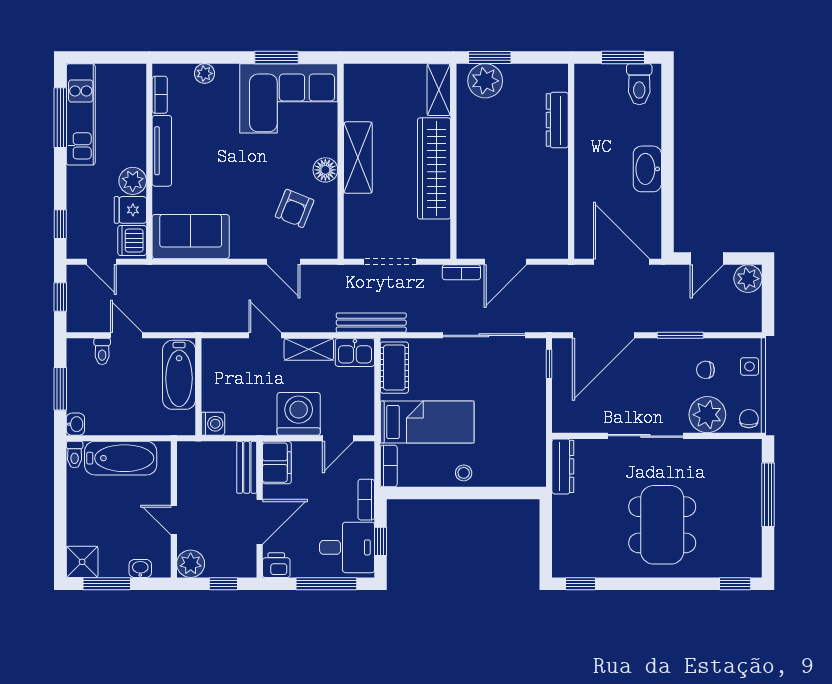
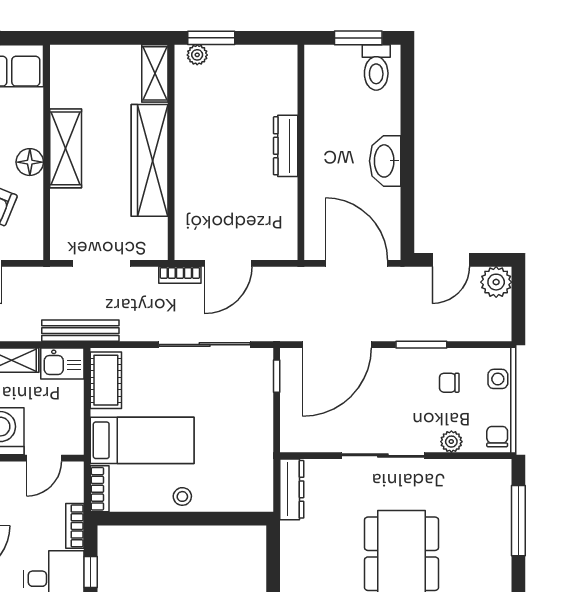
plant: (485, 81) -> (197, 55), width x0.53, depth x0.53
dresser: (557, 120) -> (286, 146), moved
plant: (707, 415) -> (451, 442), width x0.53, depth x0.53

